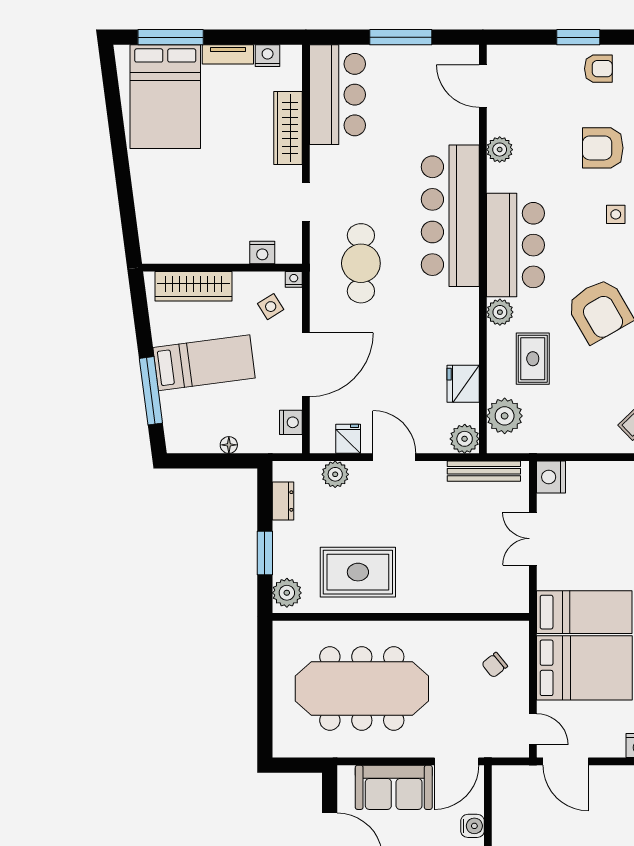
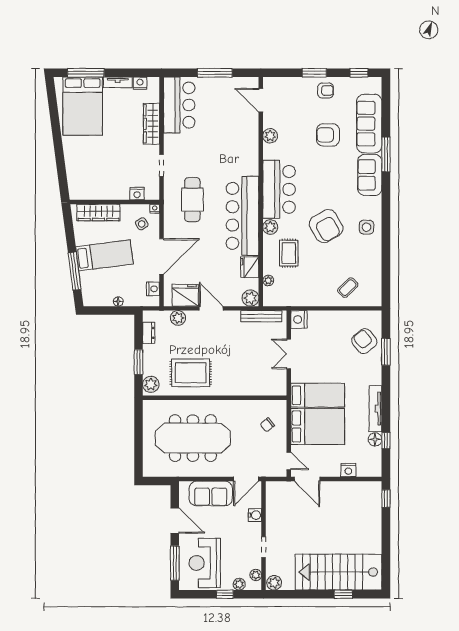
side table: (616, 214) -> (335, 172), removed
bar counter: (450, 216) -> (242, 216), moved
plant: (505, 416) -> (268, 281), width x0.53, depth x0.53
fridge: (348, 439) -> (185, 295), width x1.88, depth x1.34

